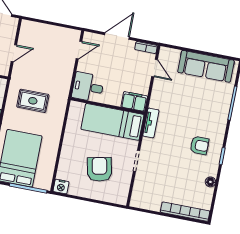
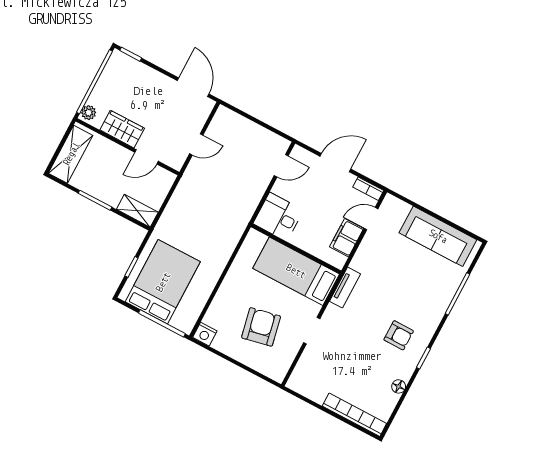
door: (154, 68) -> (371, 219), swing flipped
rug: (33, 101) -> (202, 213), removed
filing cabinet: (134, 101) -> (347, 238), moved, turned -90

